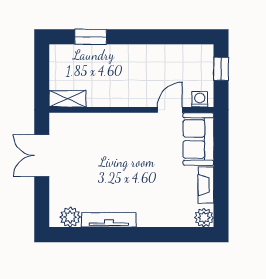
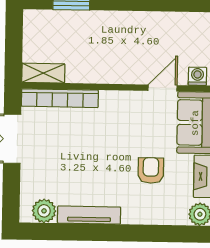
bookcase: (82, 120) -> (60, 98), added
armchair: (161, 181) -> (151, 170), added

